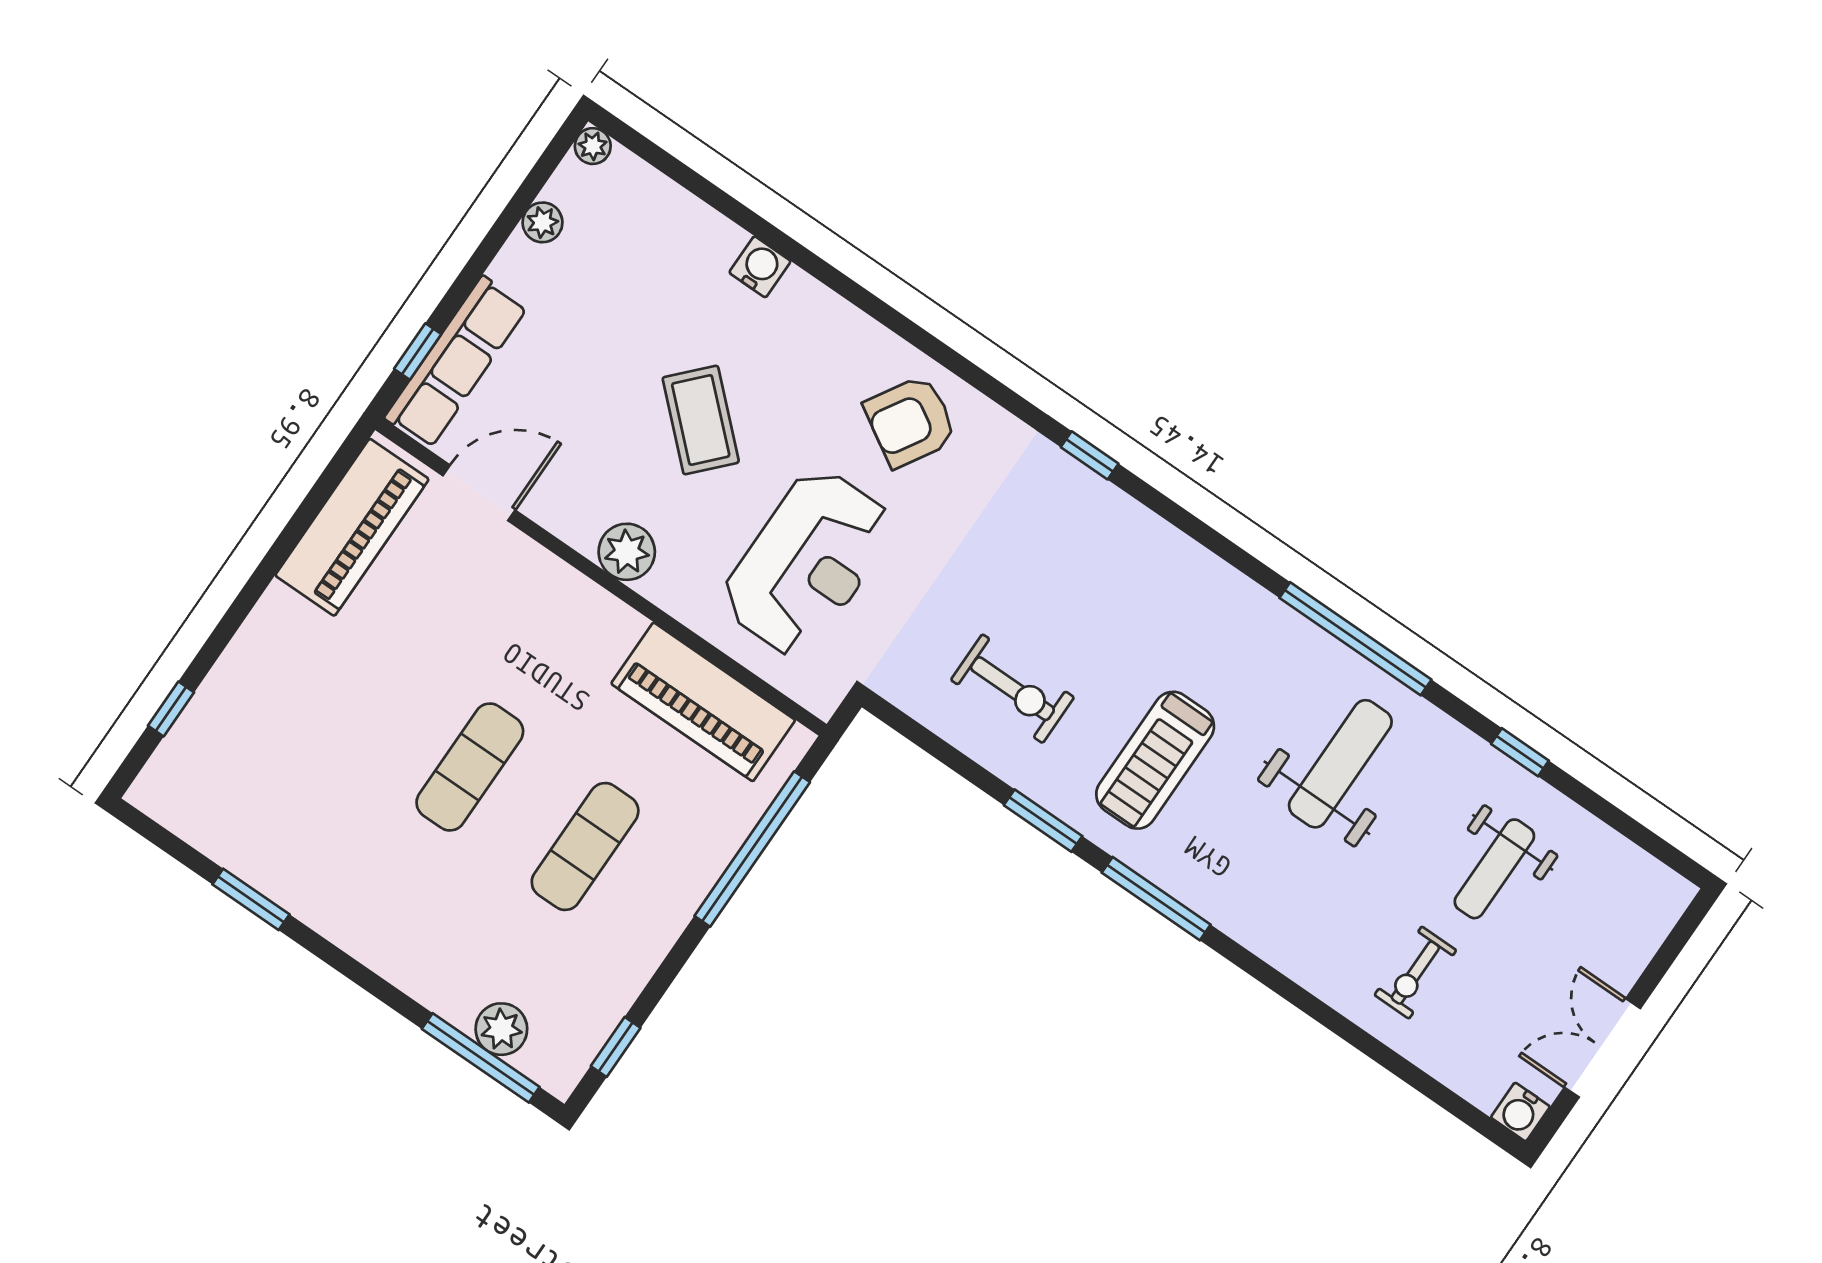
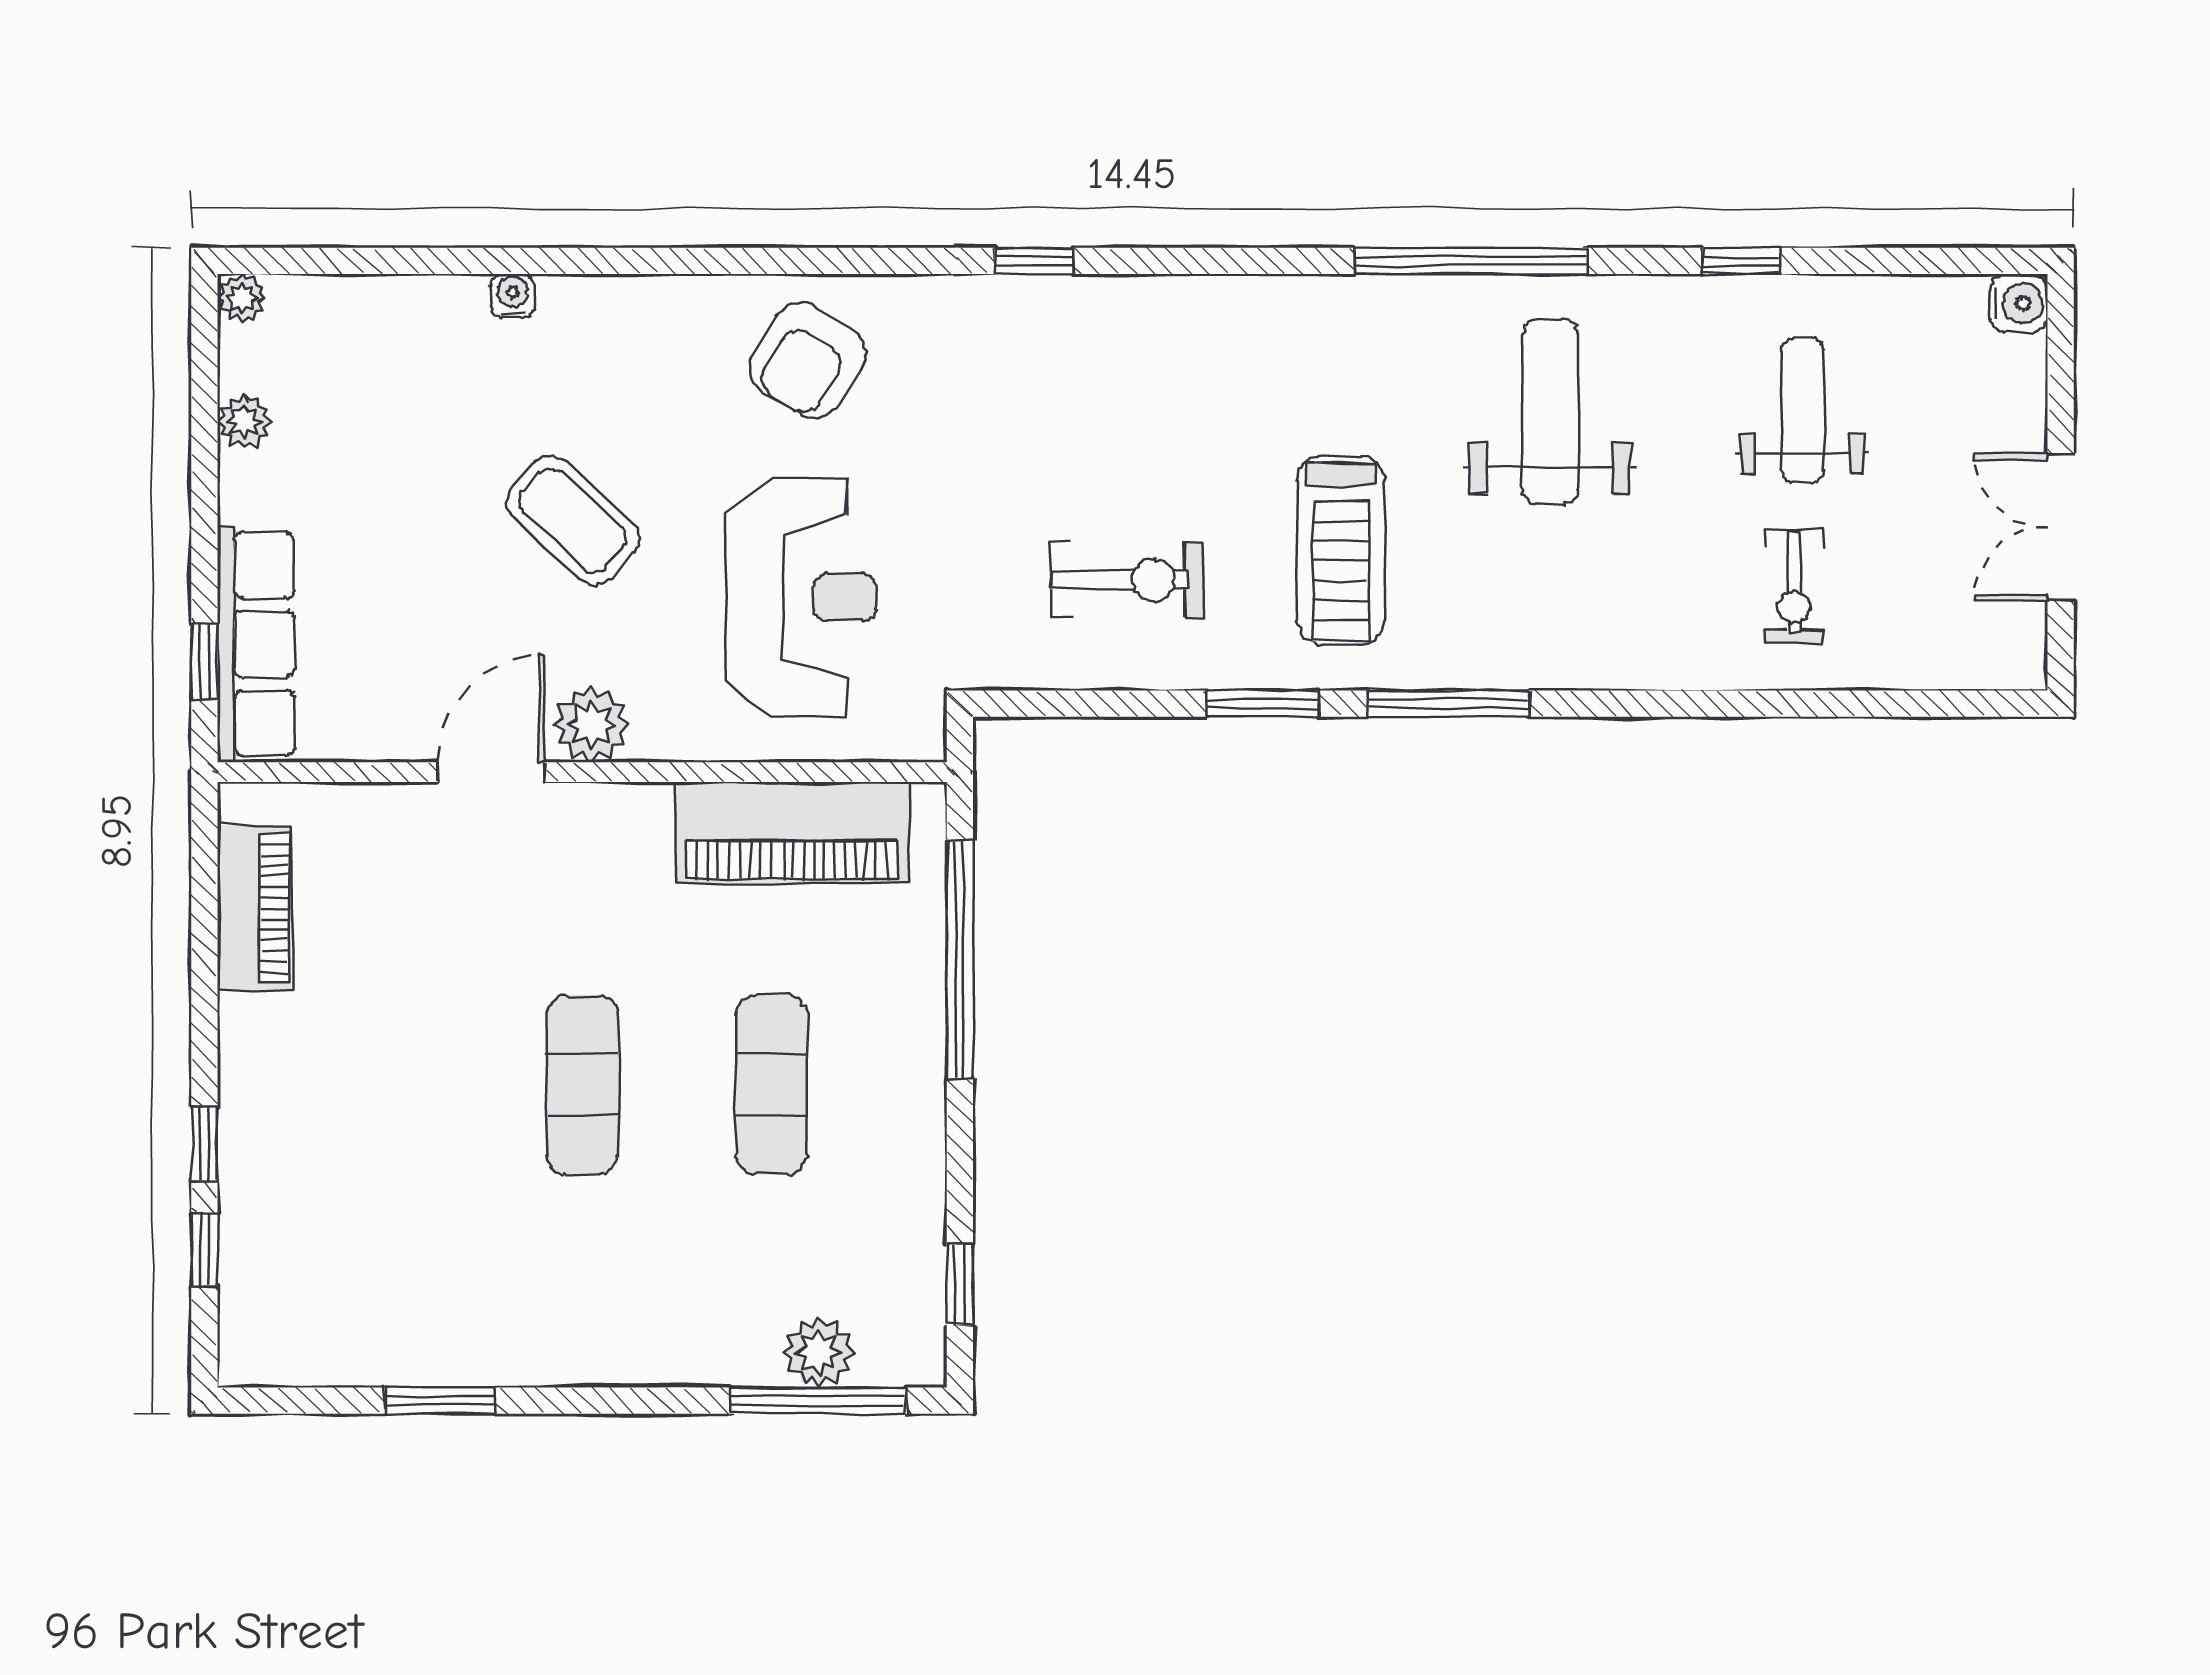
water cooler: (760, 267) -> (513, 296), width x0.72, depth x0.72
door: (479, 493) -> (491, 772), moved
piano: (352, 527) -> (254, 908), width x0.73, depth x0.75
window: (215, 645) -> (204, 1144), added
weight bench: (1494, 869) -> (1802, 410), turned 180
water cooler: (1520, 1112) -> (2018, 303), moved, turned -90

